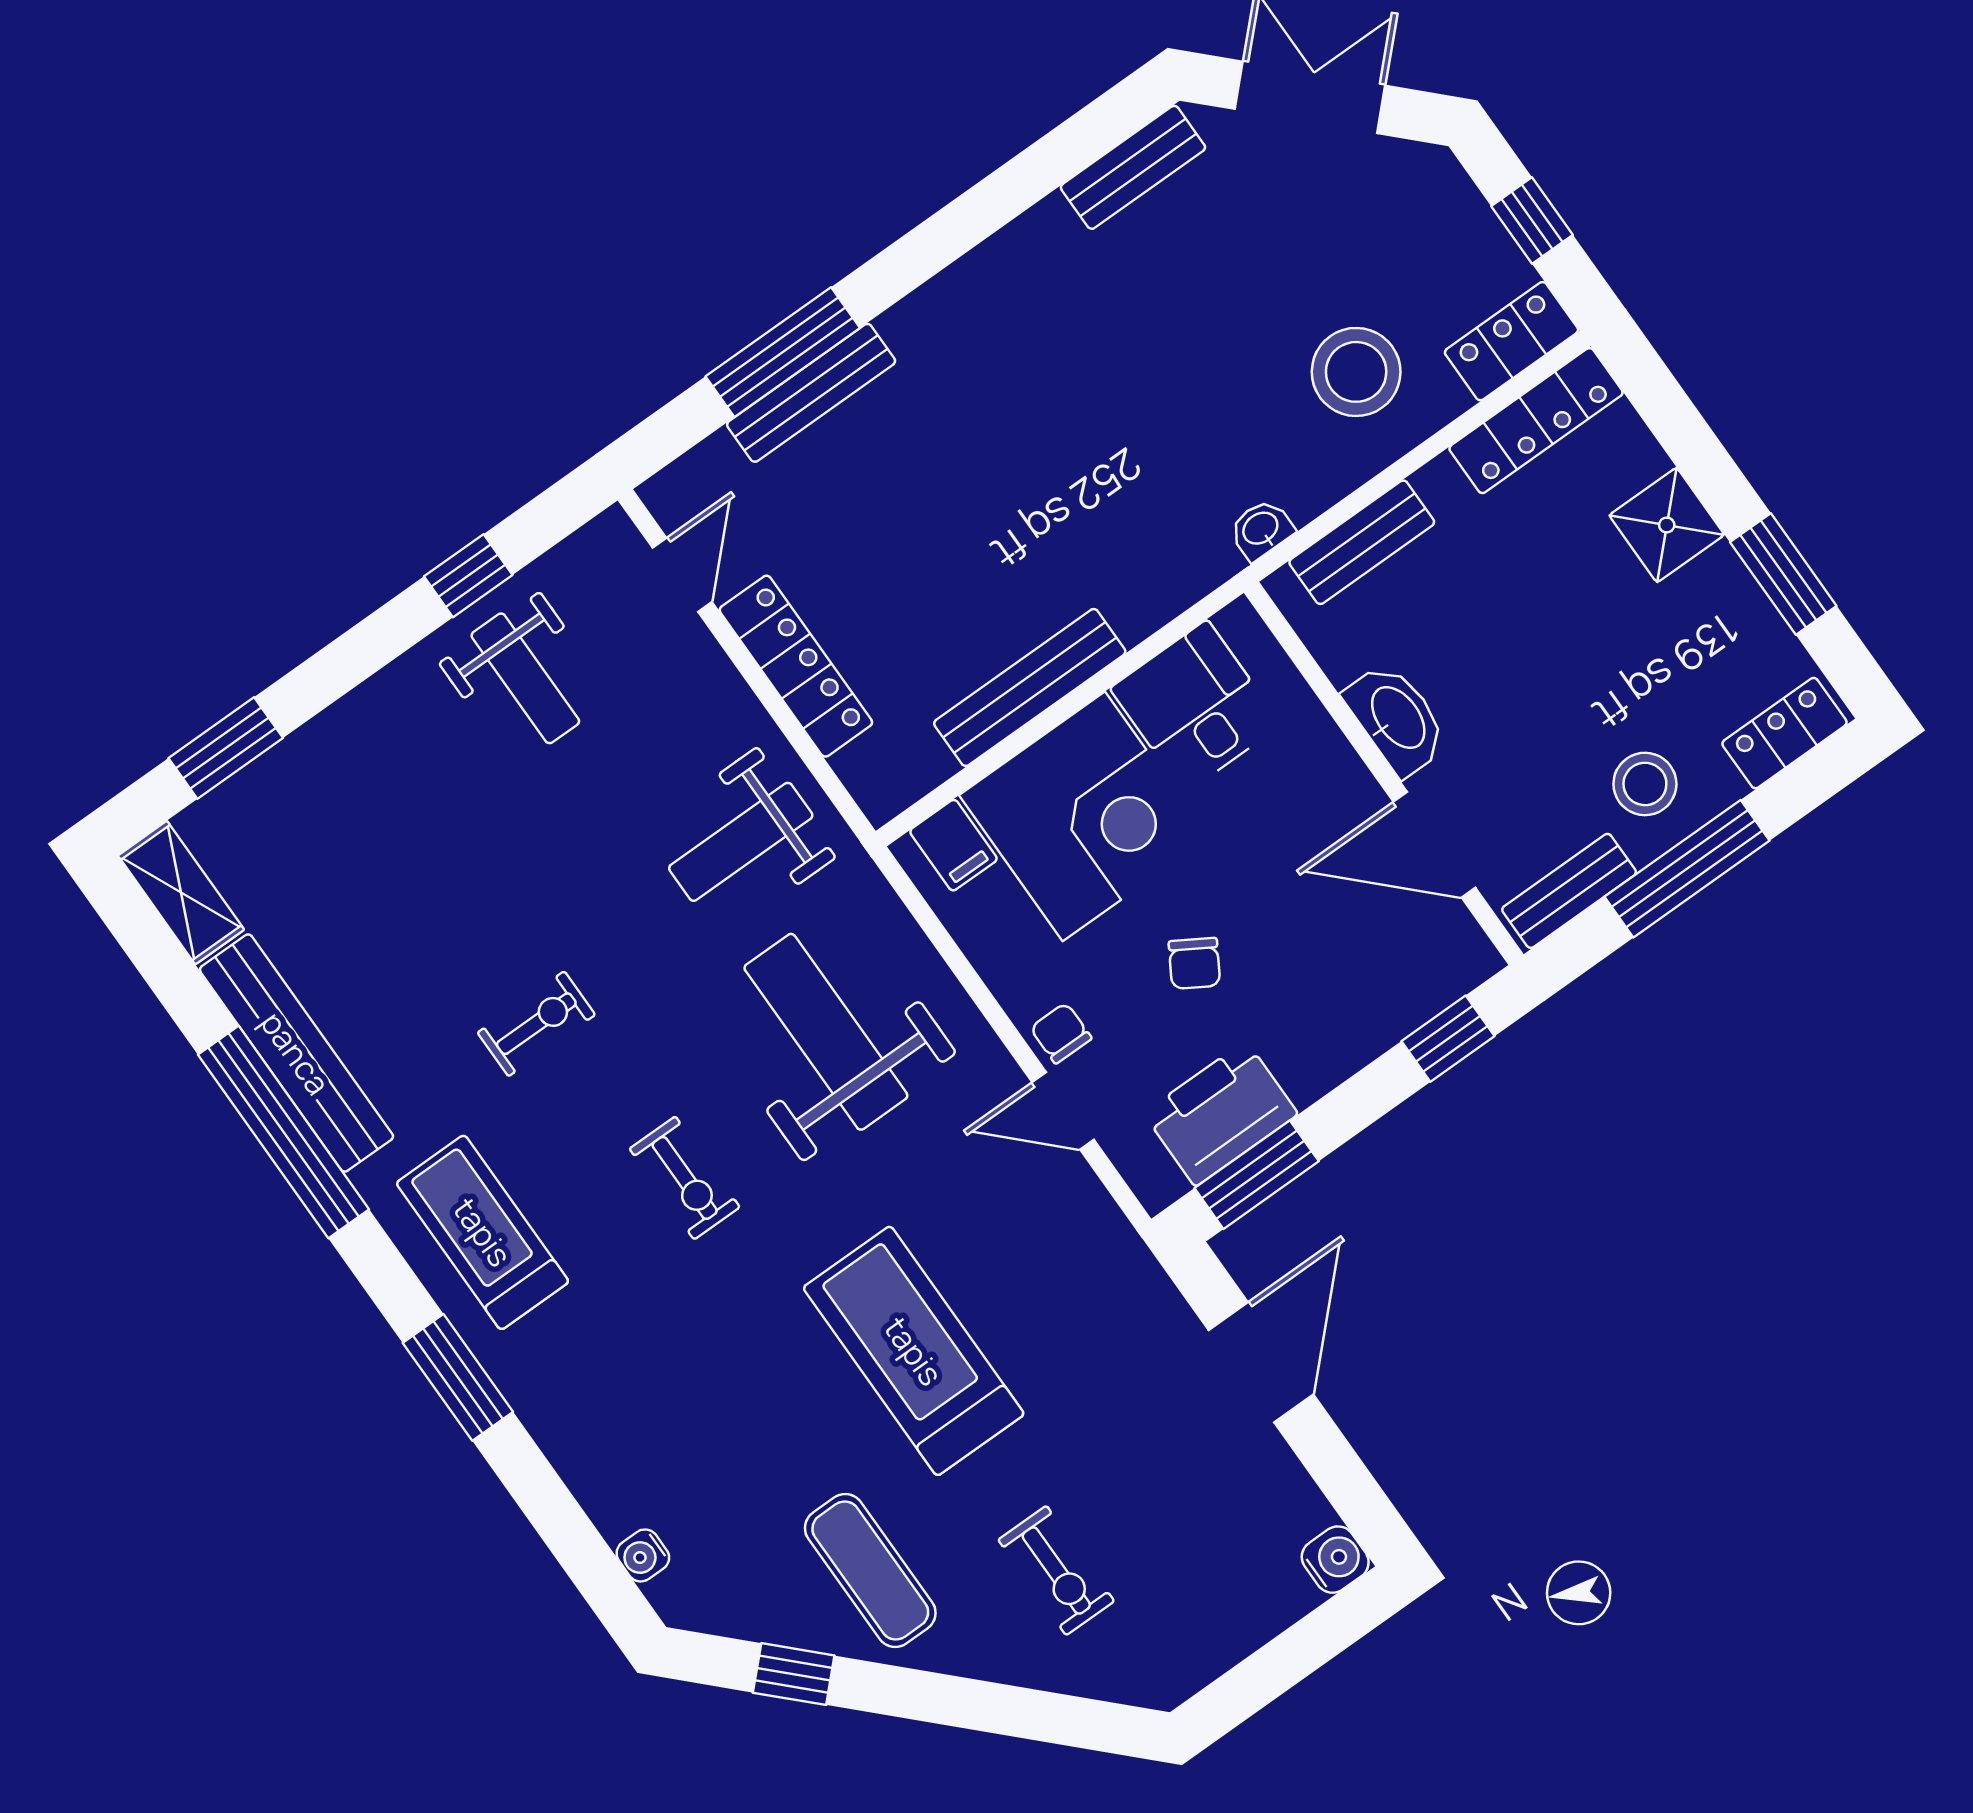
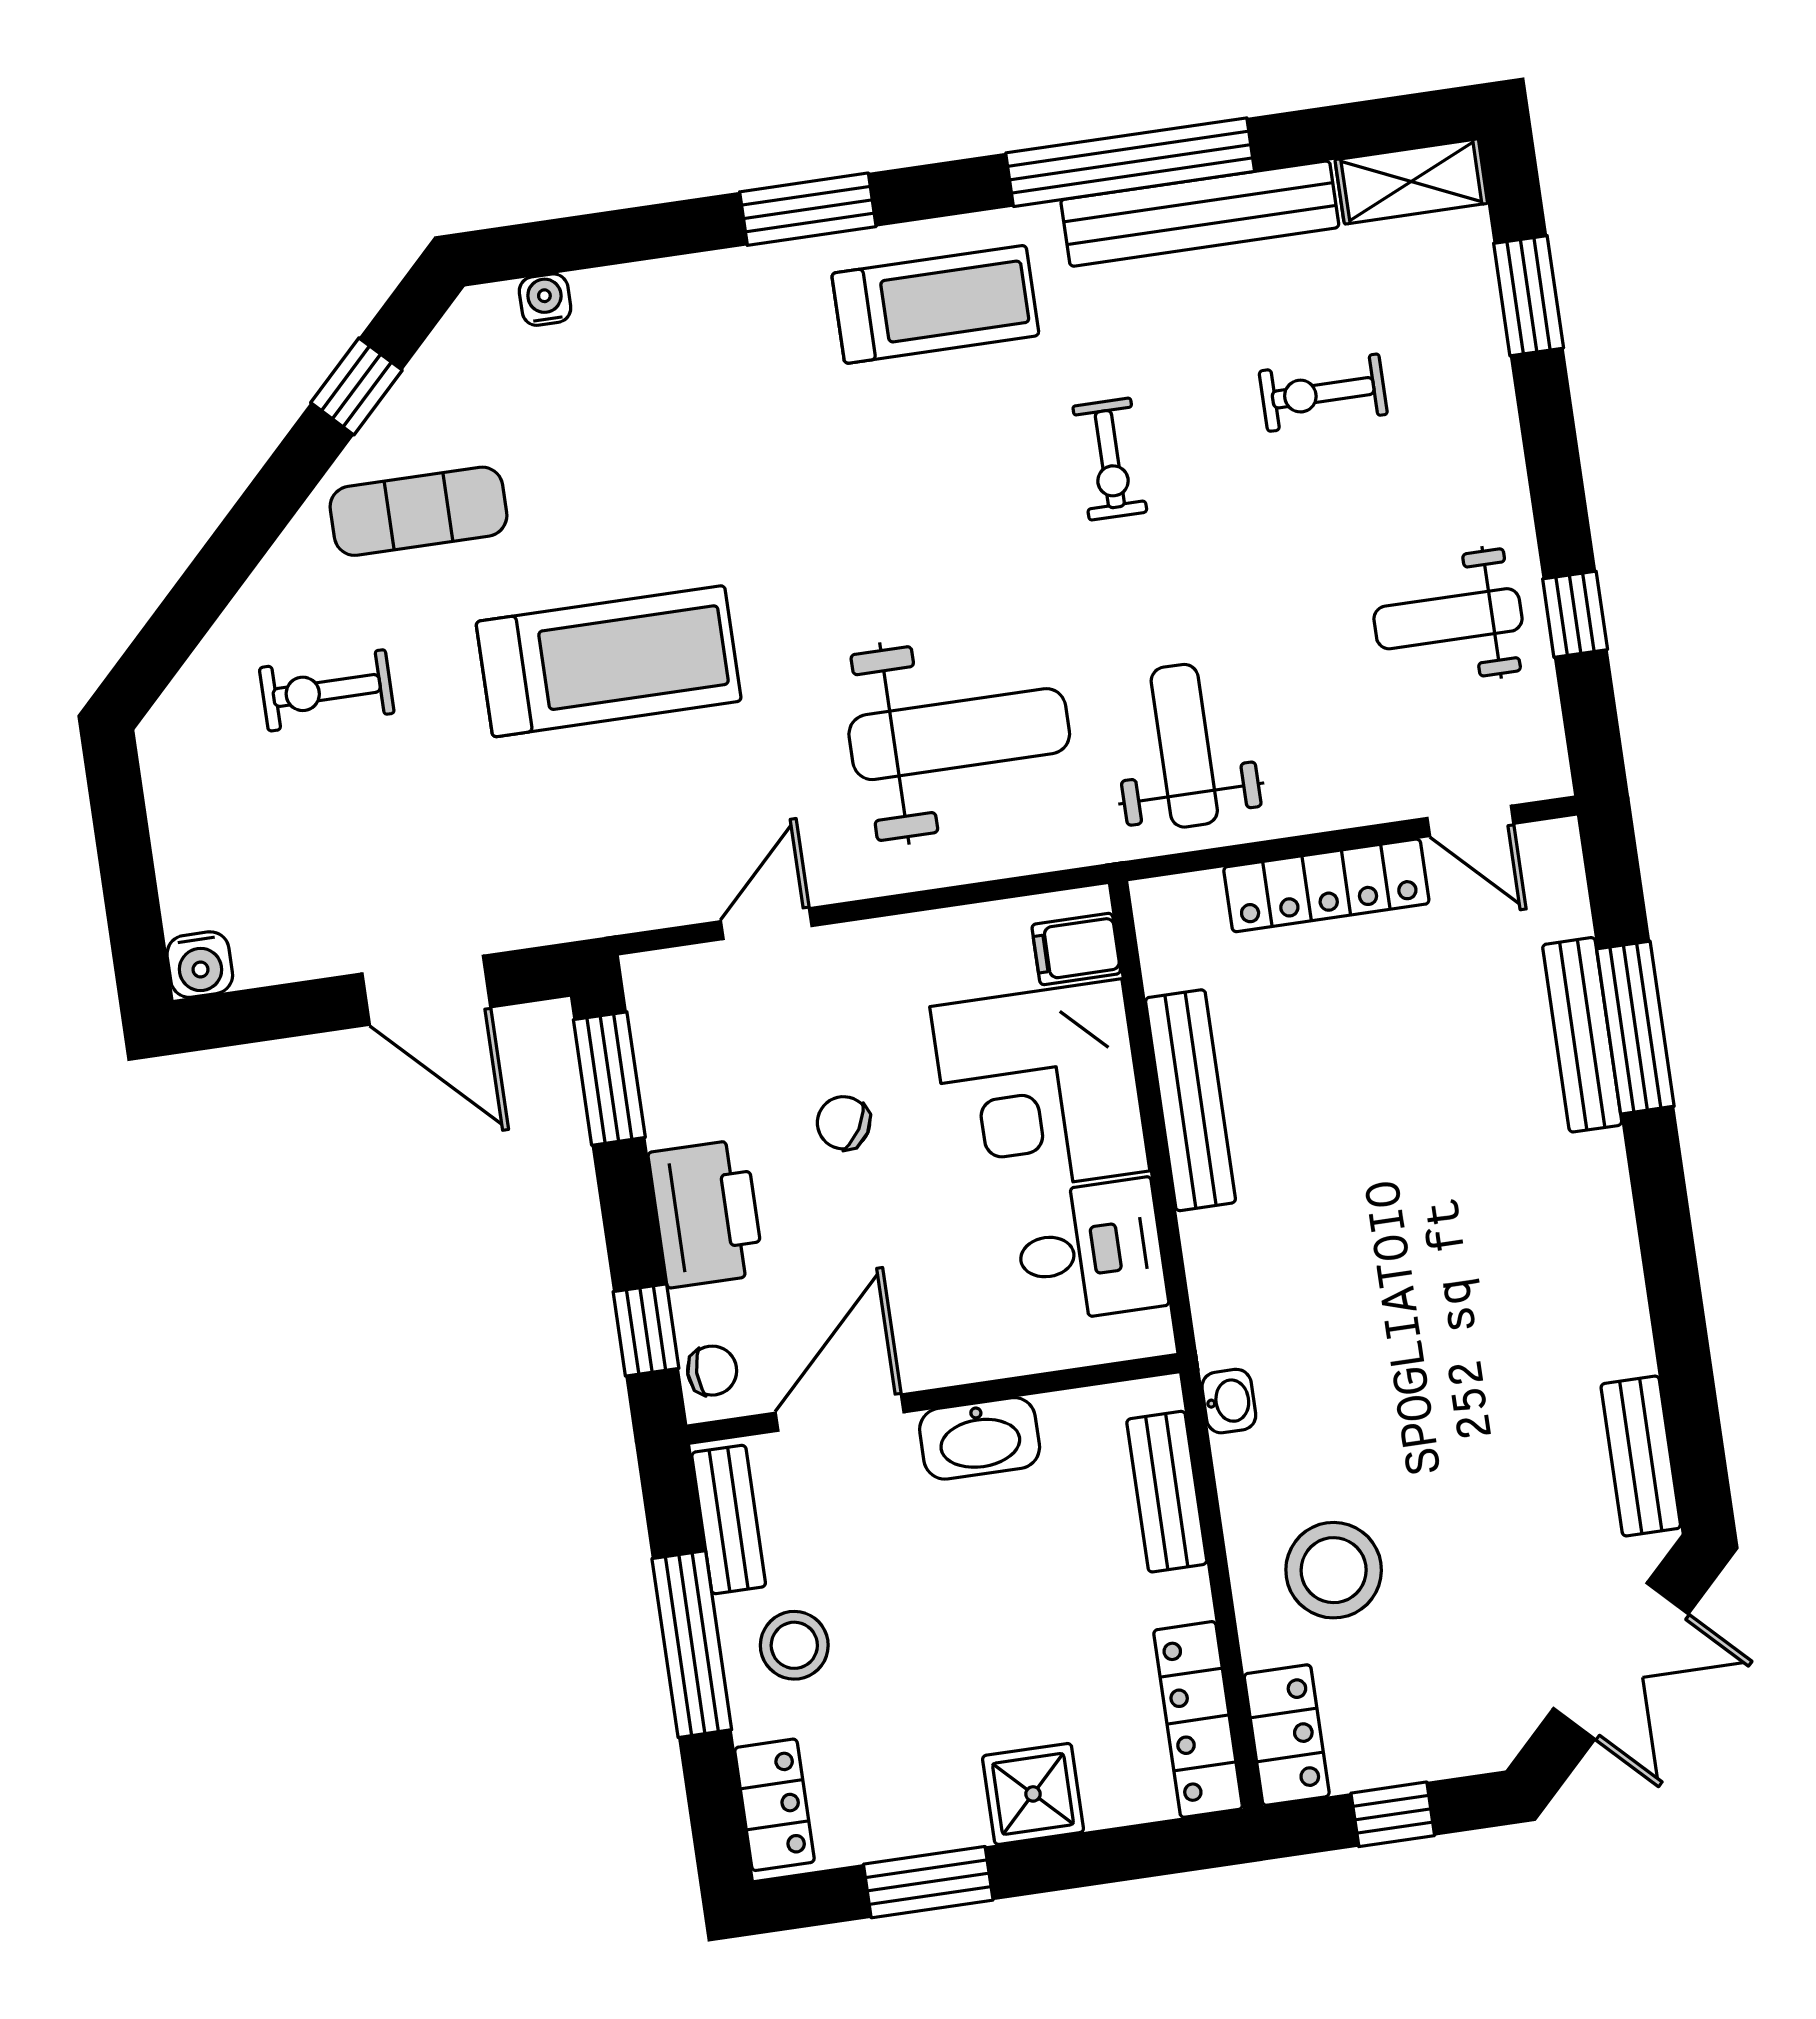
chair: (1061, 1033) -> (712, 1371), moved
printer: (1221, 1114) -> (706, 1213), moved
exercise bike: (685, 1178) -> (1323, 393), moved

